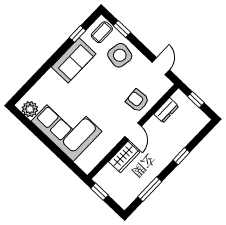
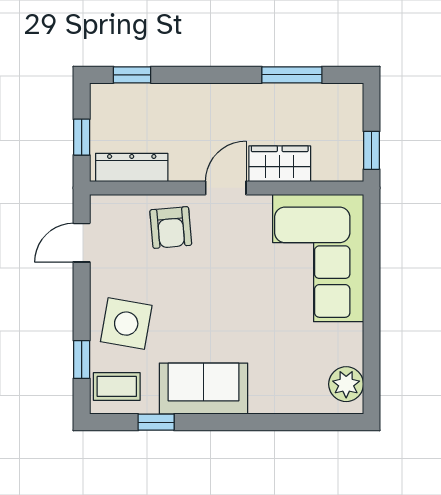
dresser: (166, 110) -> (132, 167), width x1.44
corner sofa: (67, 126) -> (318, 258), moved
window: (181, 156) -> (132, 75), moved

